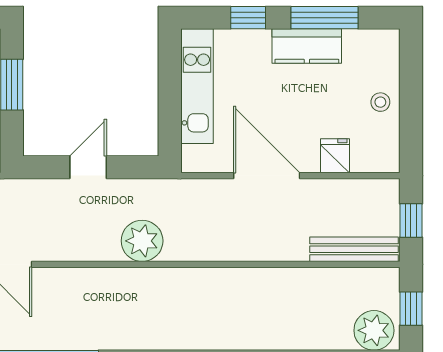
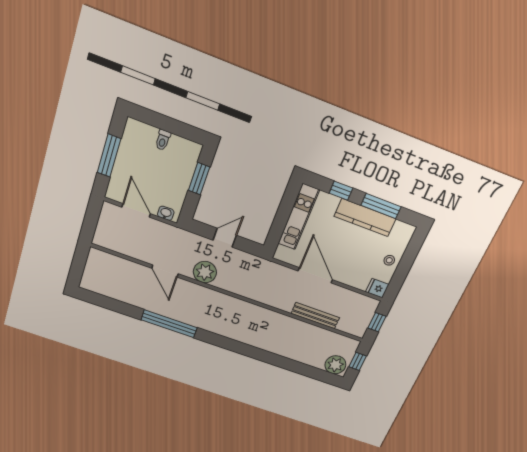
kitchen counter: (307, 46) -> (365, 218), width x1.50
fridge: (335, 156) -> (377, 288), moved, turned -90
plant: (142, 241) -> (205, 272), moved
bench: (354, 249) -> (315, 316), moved

